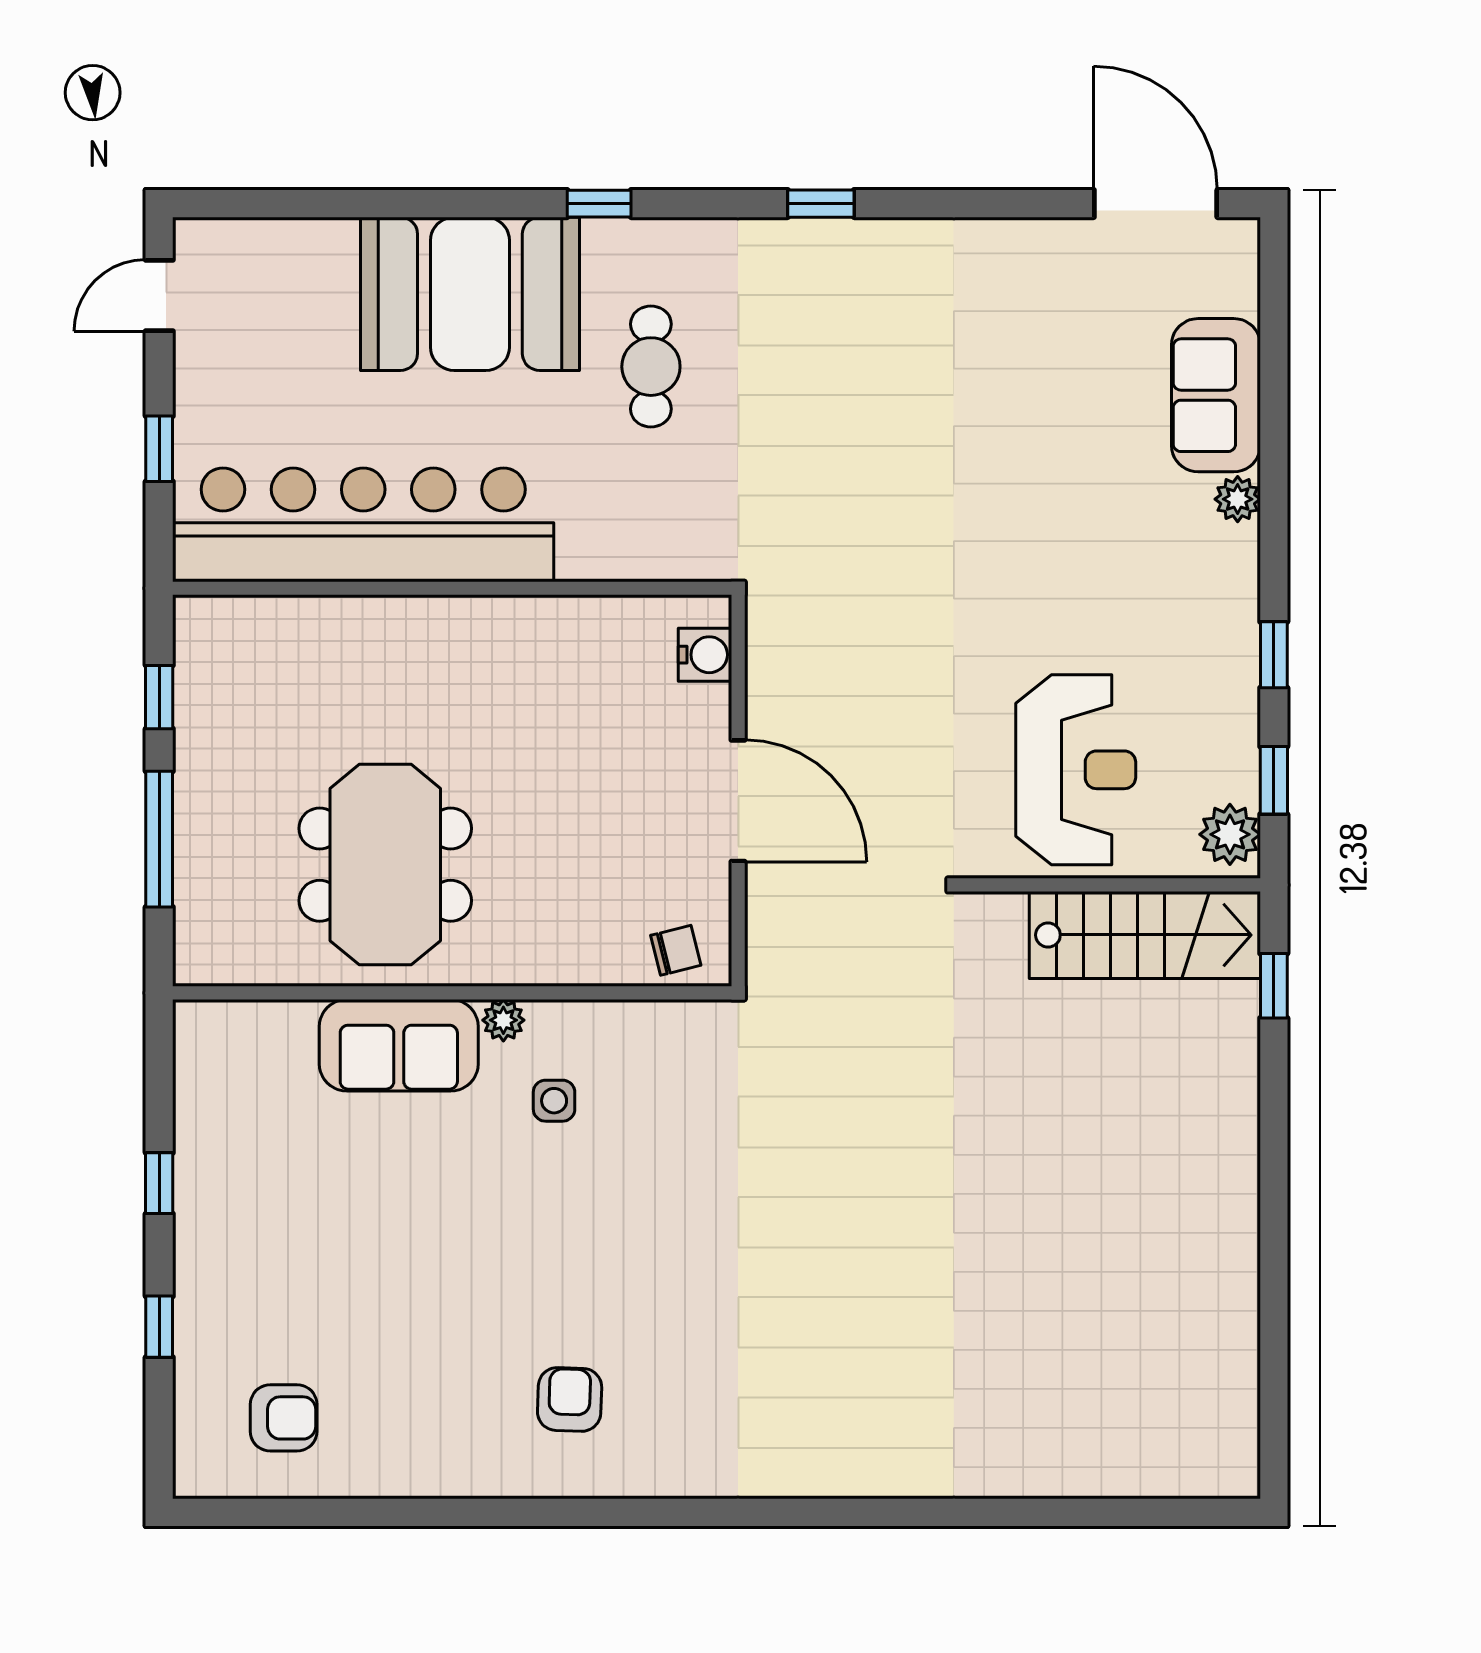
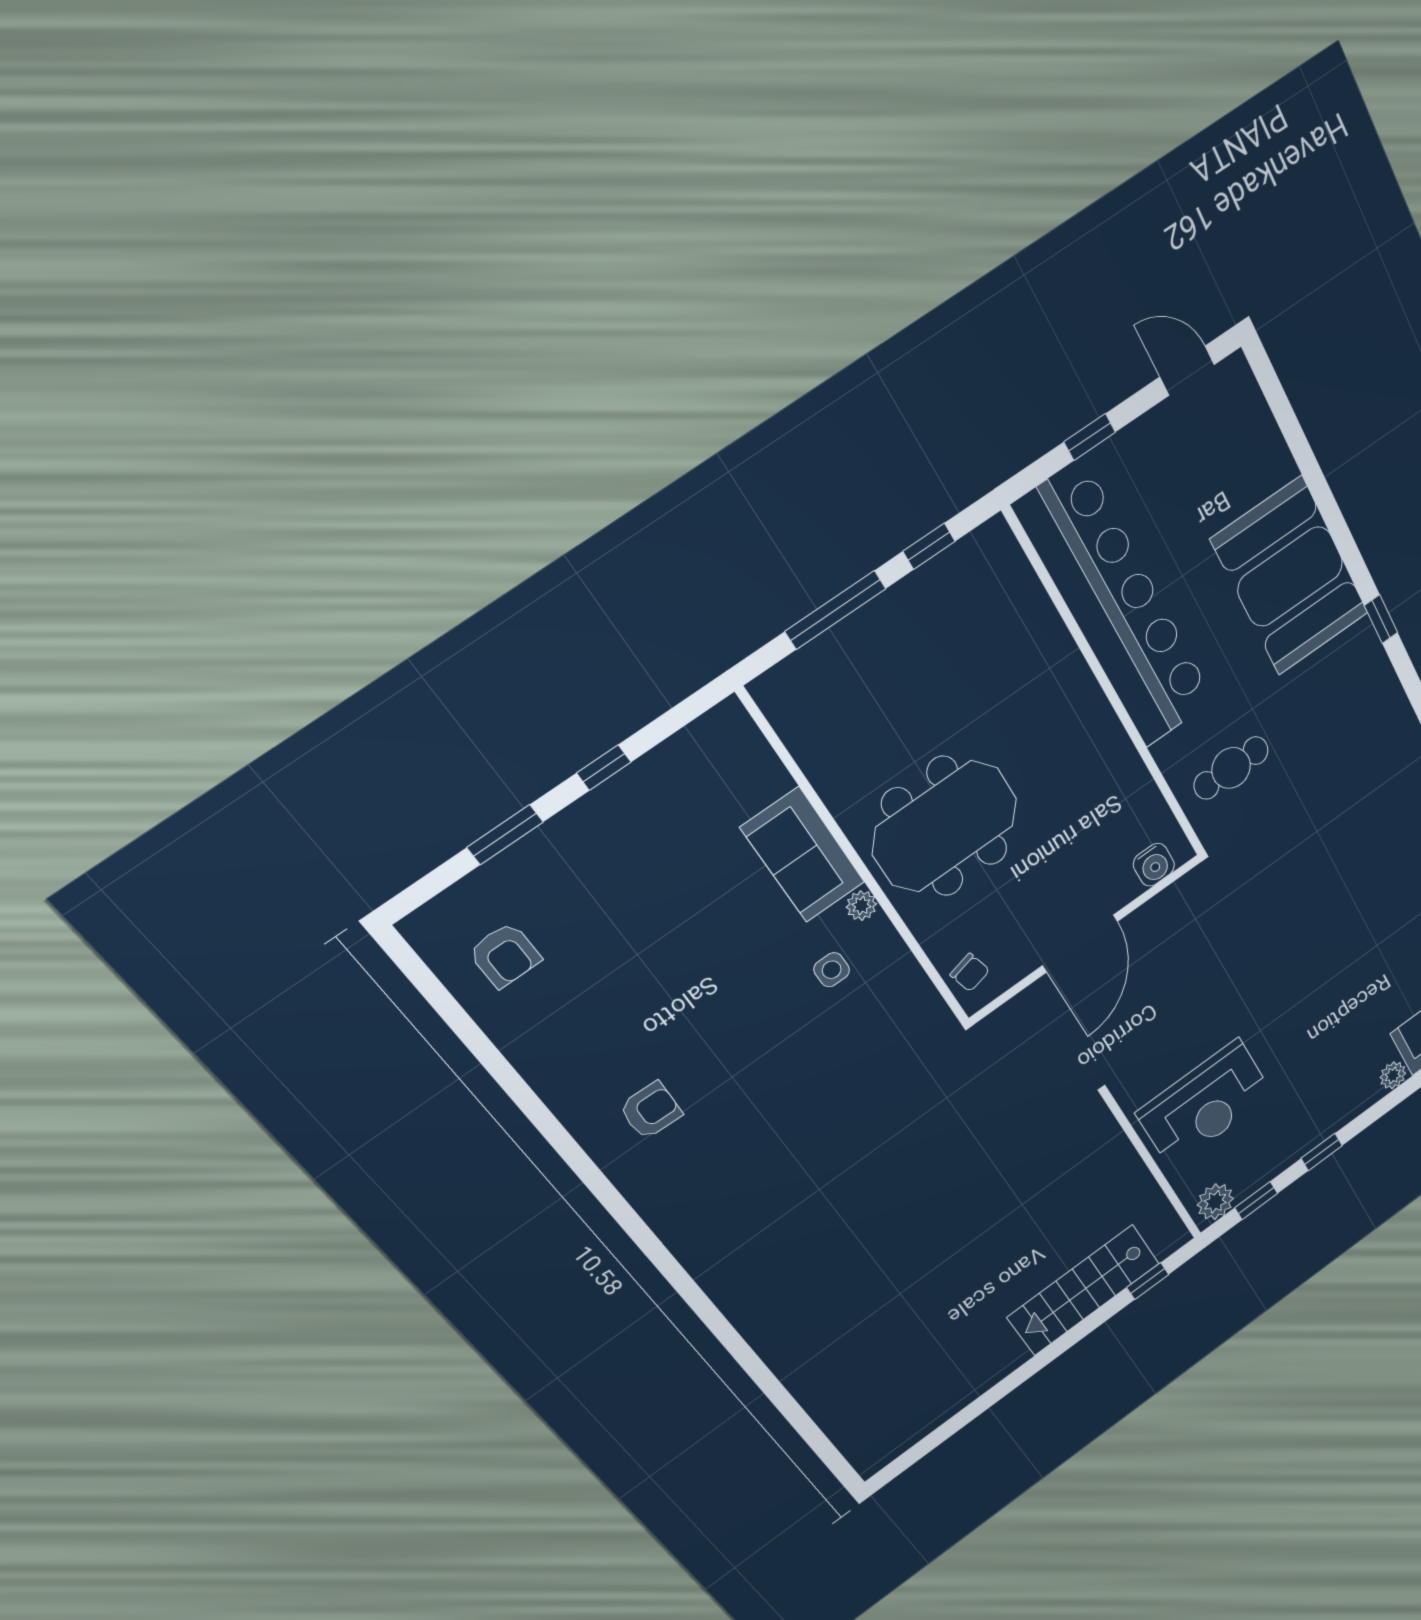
cafe table: (651, 367) -> (1231, 768), moved
meeting table: (385, 865) -> (945, 826), moved
stairs: (1145, 935) -> (1083, 1290), moved, turned 90
window: (159, 1327) -> (505, 835), width x1.50

